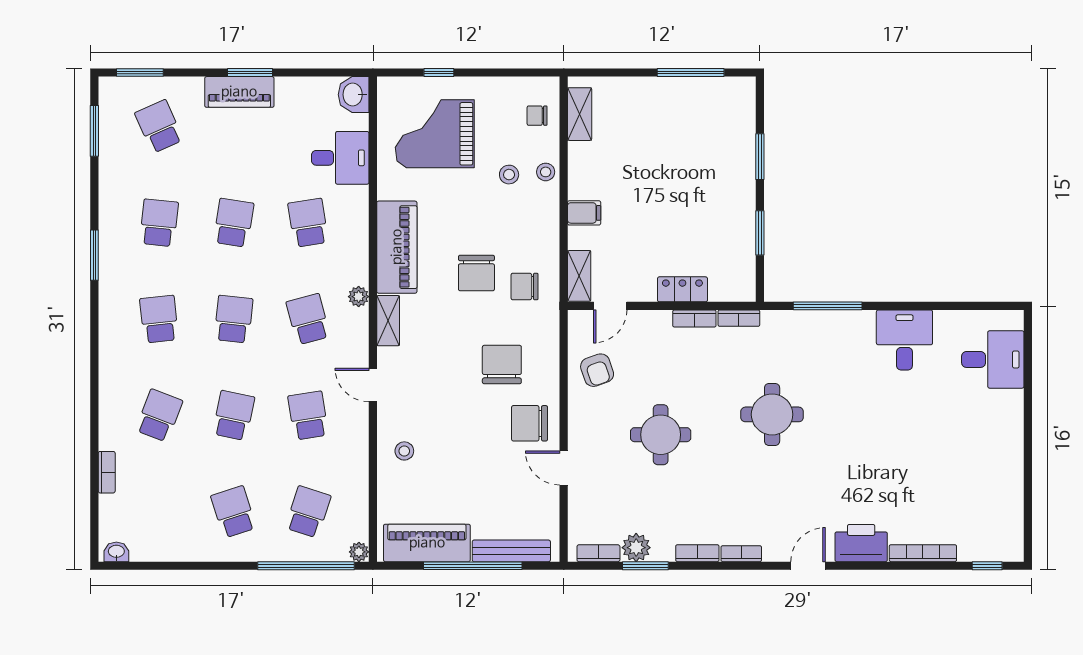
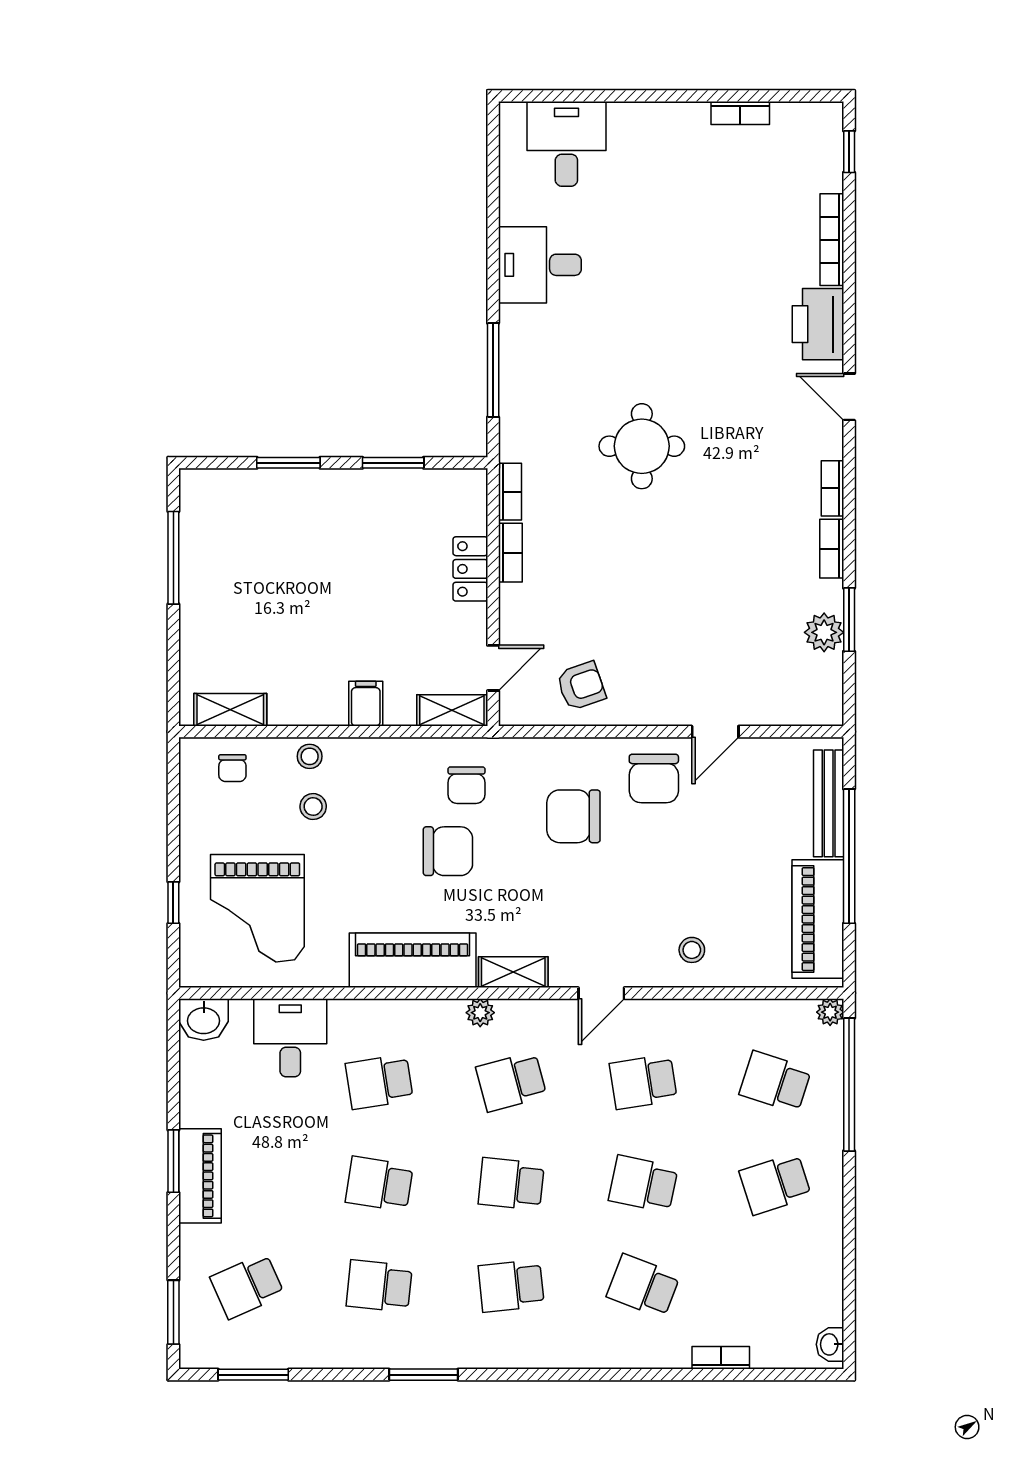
door: (610, 306) -> (493, 668), hinge flipped
round table: (661, 435) -> (670, 599), removed
bookcase: (598, 553) -> (740, 113), moved, turned -90

